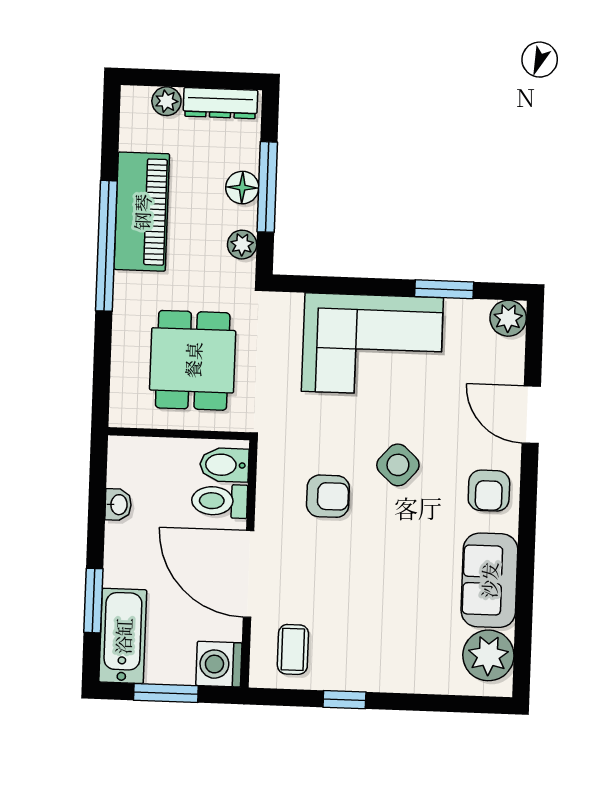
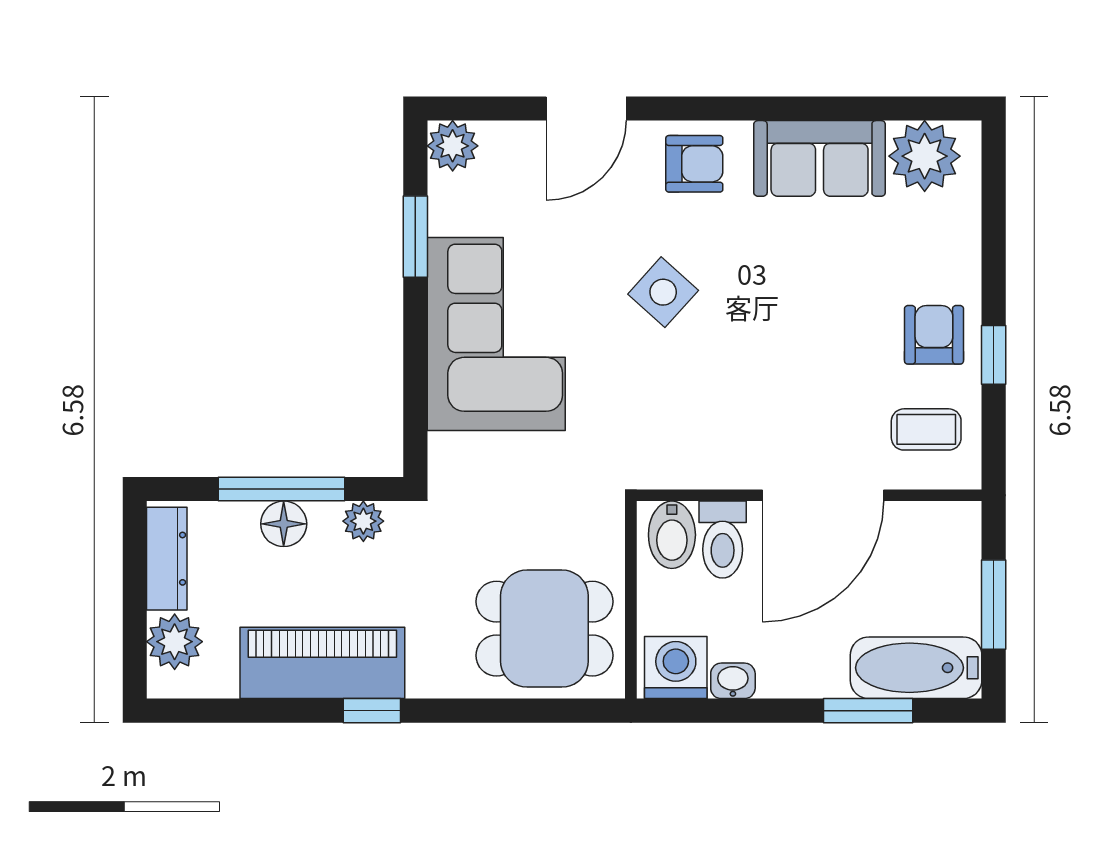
plant: (166, 101) -> (175, 642), width x1.38, depth x1.38
window: (106, 246) -> (372, 711), width x0.32
dining table: (193, 360) -> (544, 629), moved
armchair: (328, 496) -> (934, 335), moved
washing machine: (219, 664) -> (676, 668), moved, turned 180

